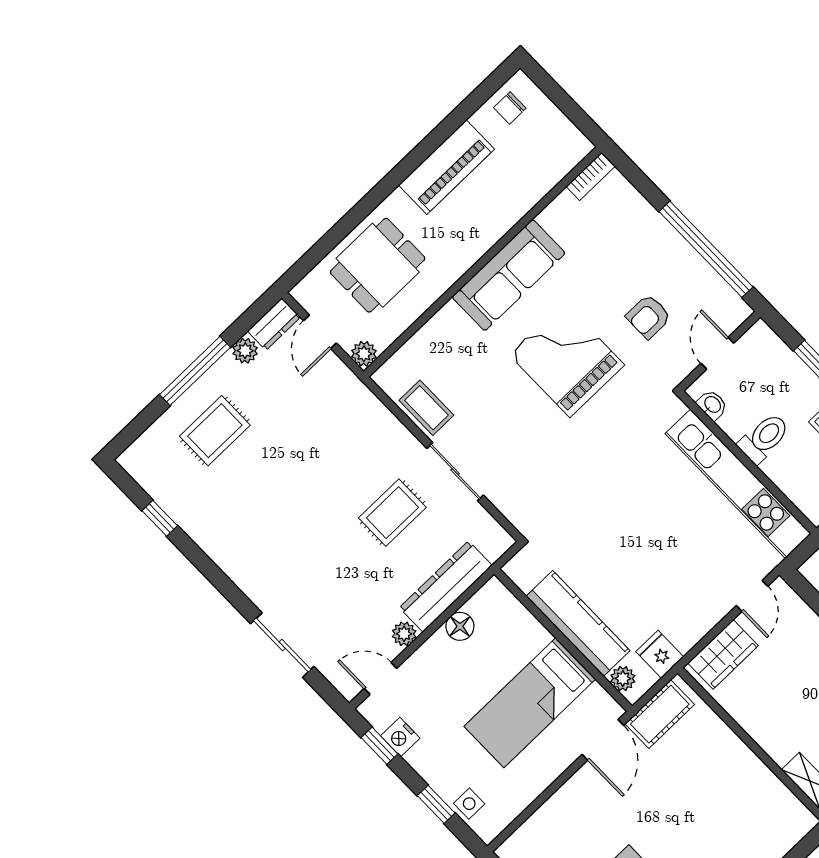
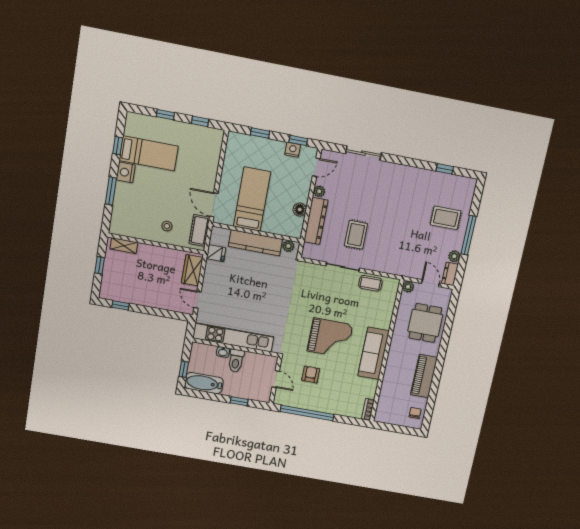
washbasin: (712, 405) -> (223, 352), moved
rug: (215, 431) -> (446, 218), turned 90
plant: (623, 679) -> (288, 246), moved
stool: (711, 761) -> (167, 226), added
side table: (469, 804) -> (247, 143), removed

